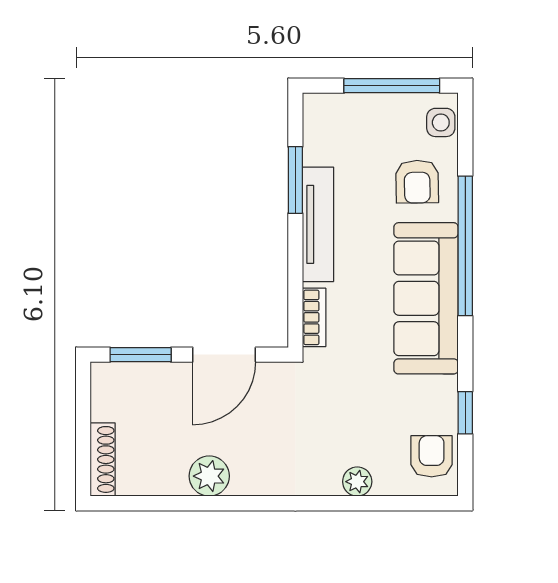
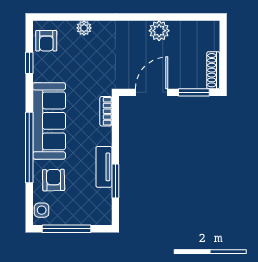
tv unit: (318, 224) -> (104, 167), width x0.71
shoe rack: (103, 459) -> (213, 70), moved

